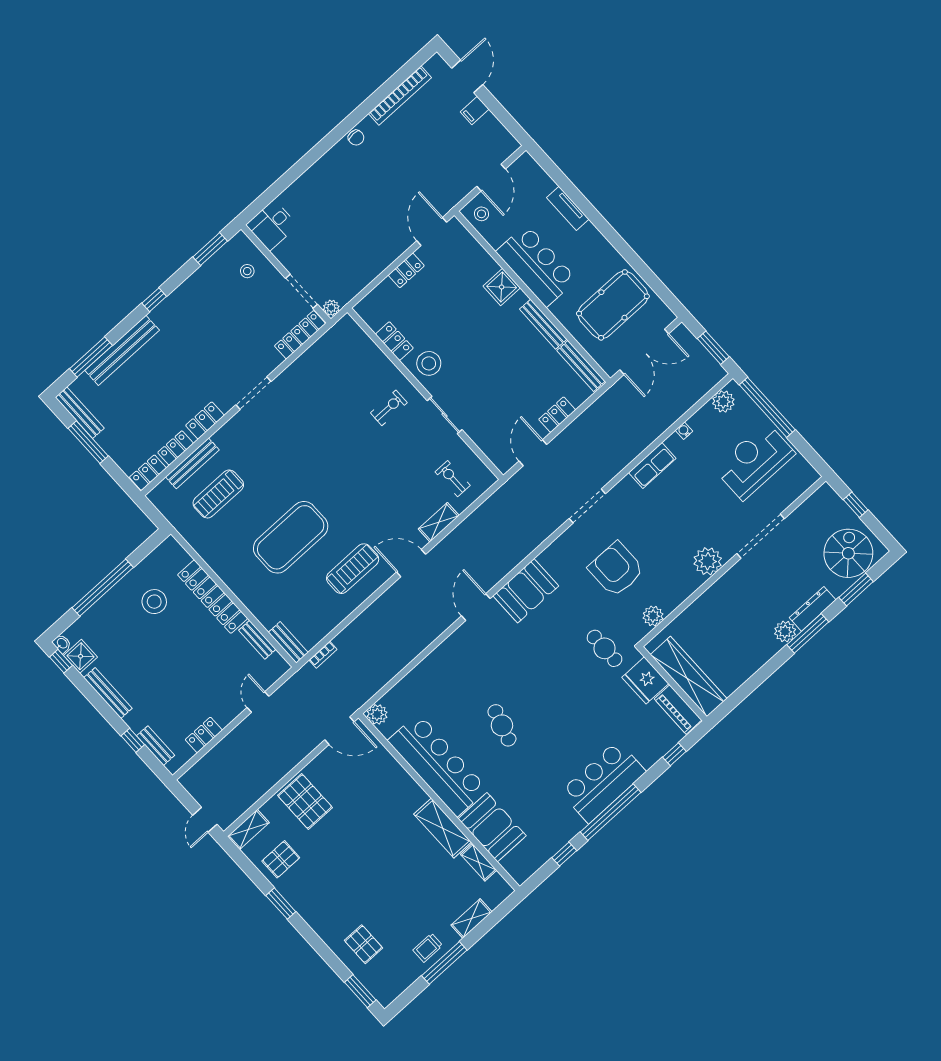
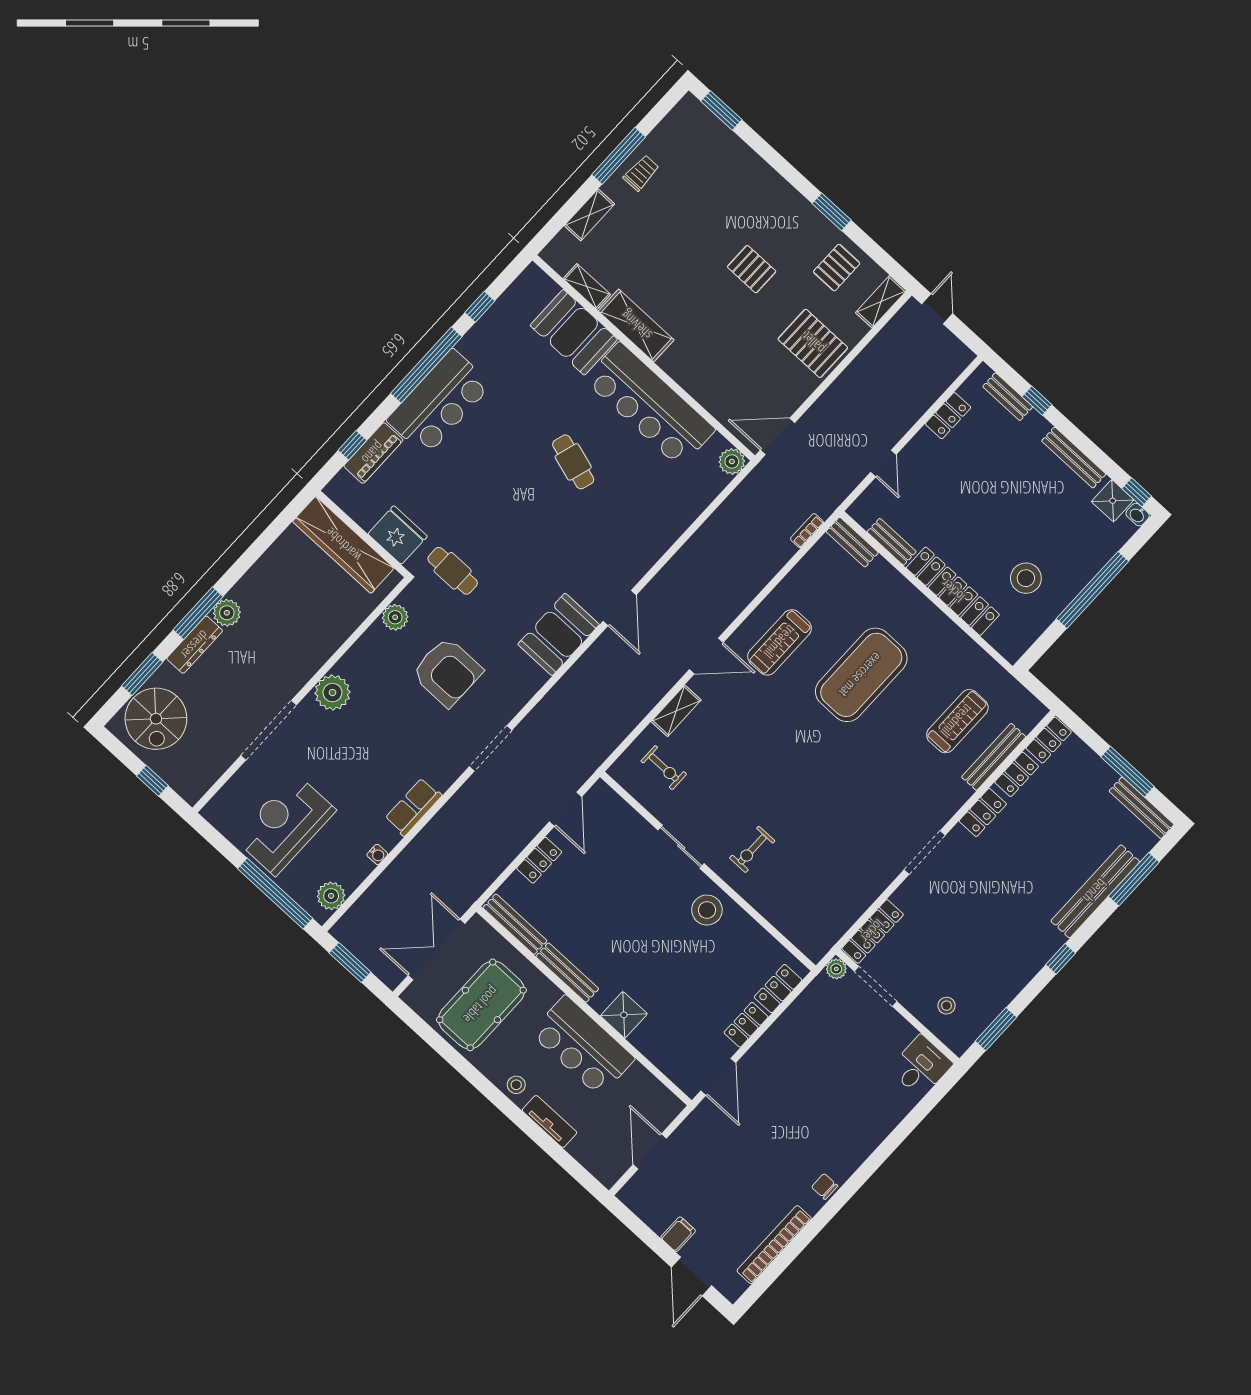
stool: (481, 214) -> (516, 1085), moved
locker: (394, 341) -> (778, 989), moved, turned 90
reception desk: (754, 461) -> (285, 824), turned 180
piano: (678, 709) -> (373, 453), moved, turned 90
pallet: (363, 944) -> (752, 269), moved

